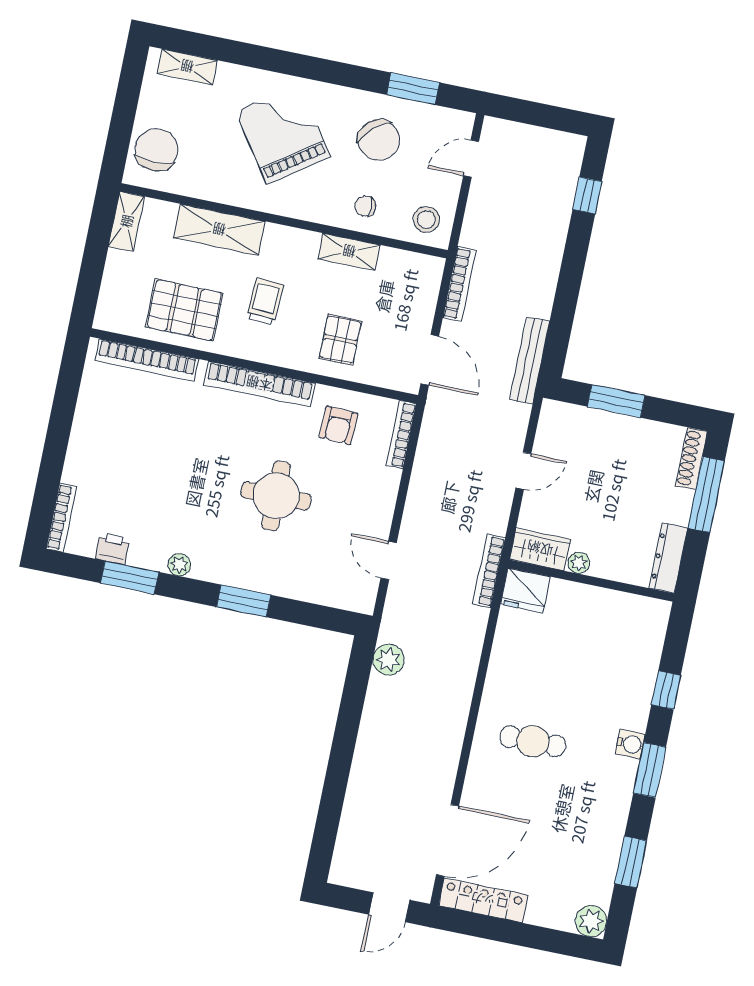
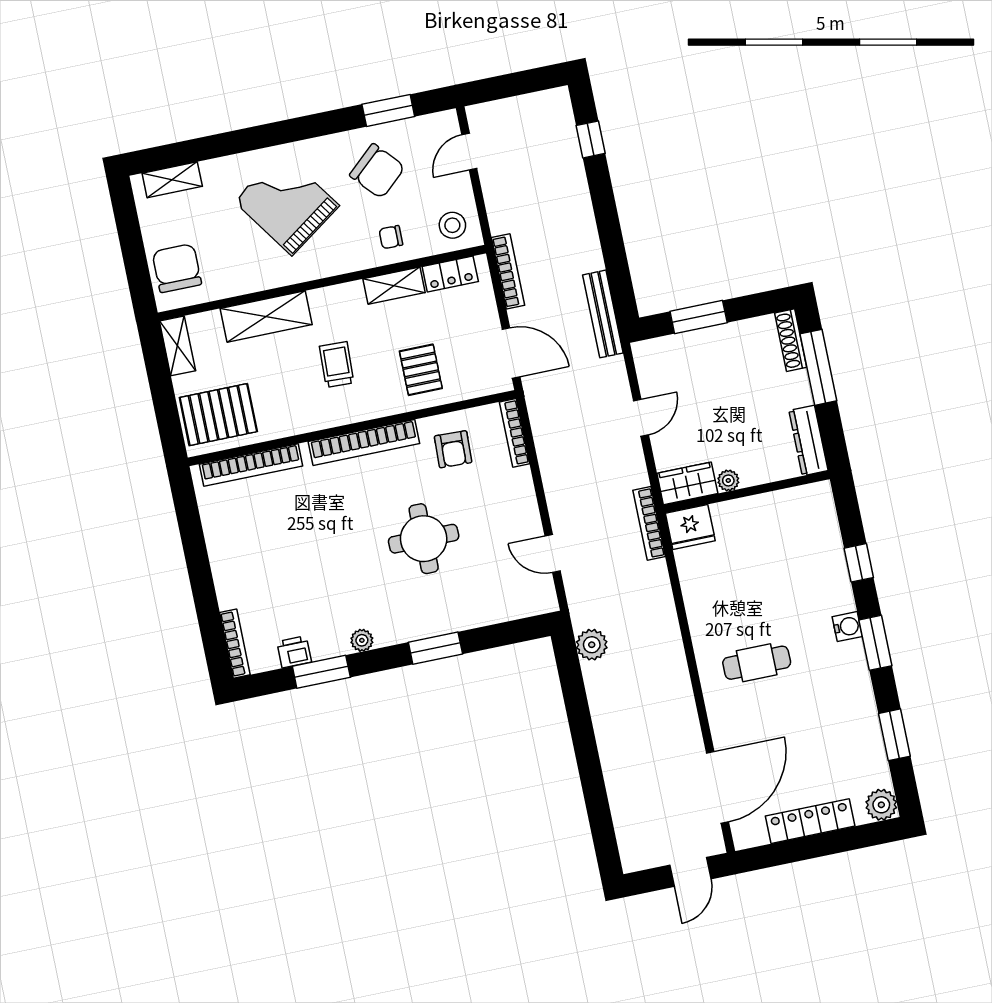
locker: (405, 263) -> (450, 274), added
pallet: (184, 310) -> (218, 415), moved
locker: (483, 900) -> (810, 821), moved

